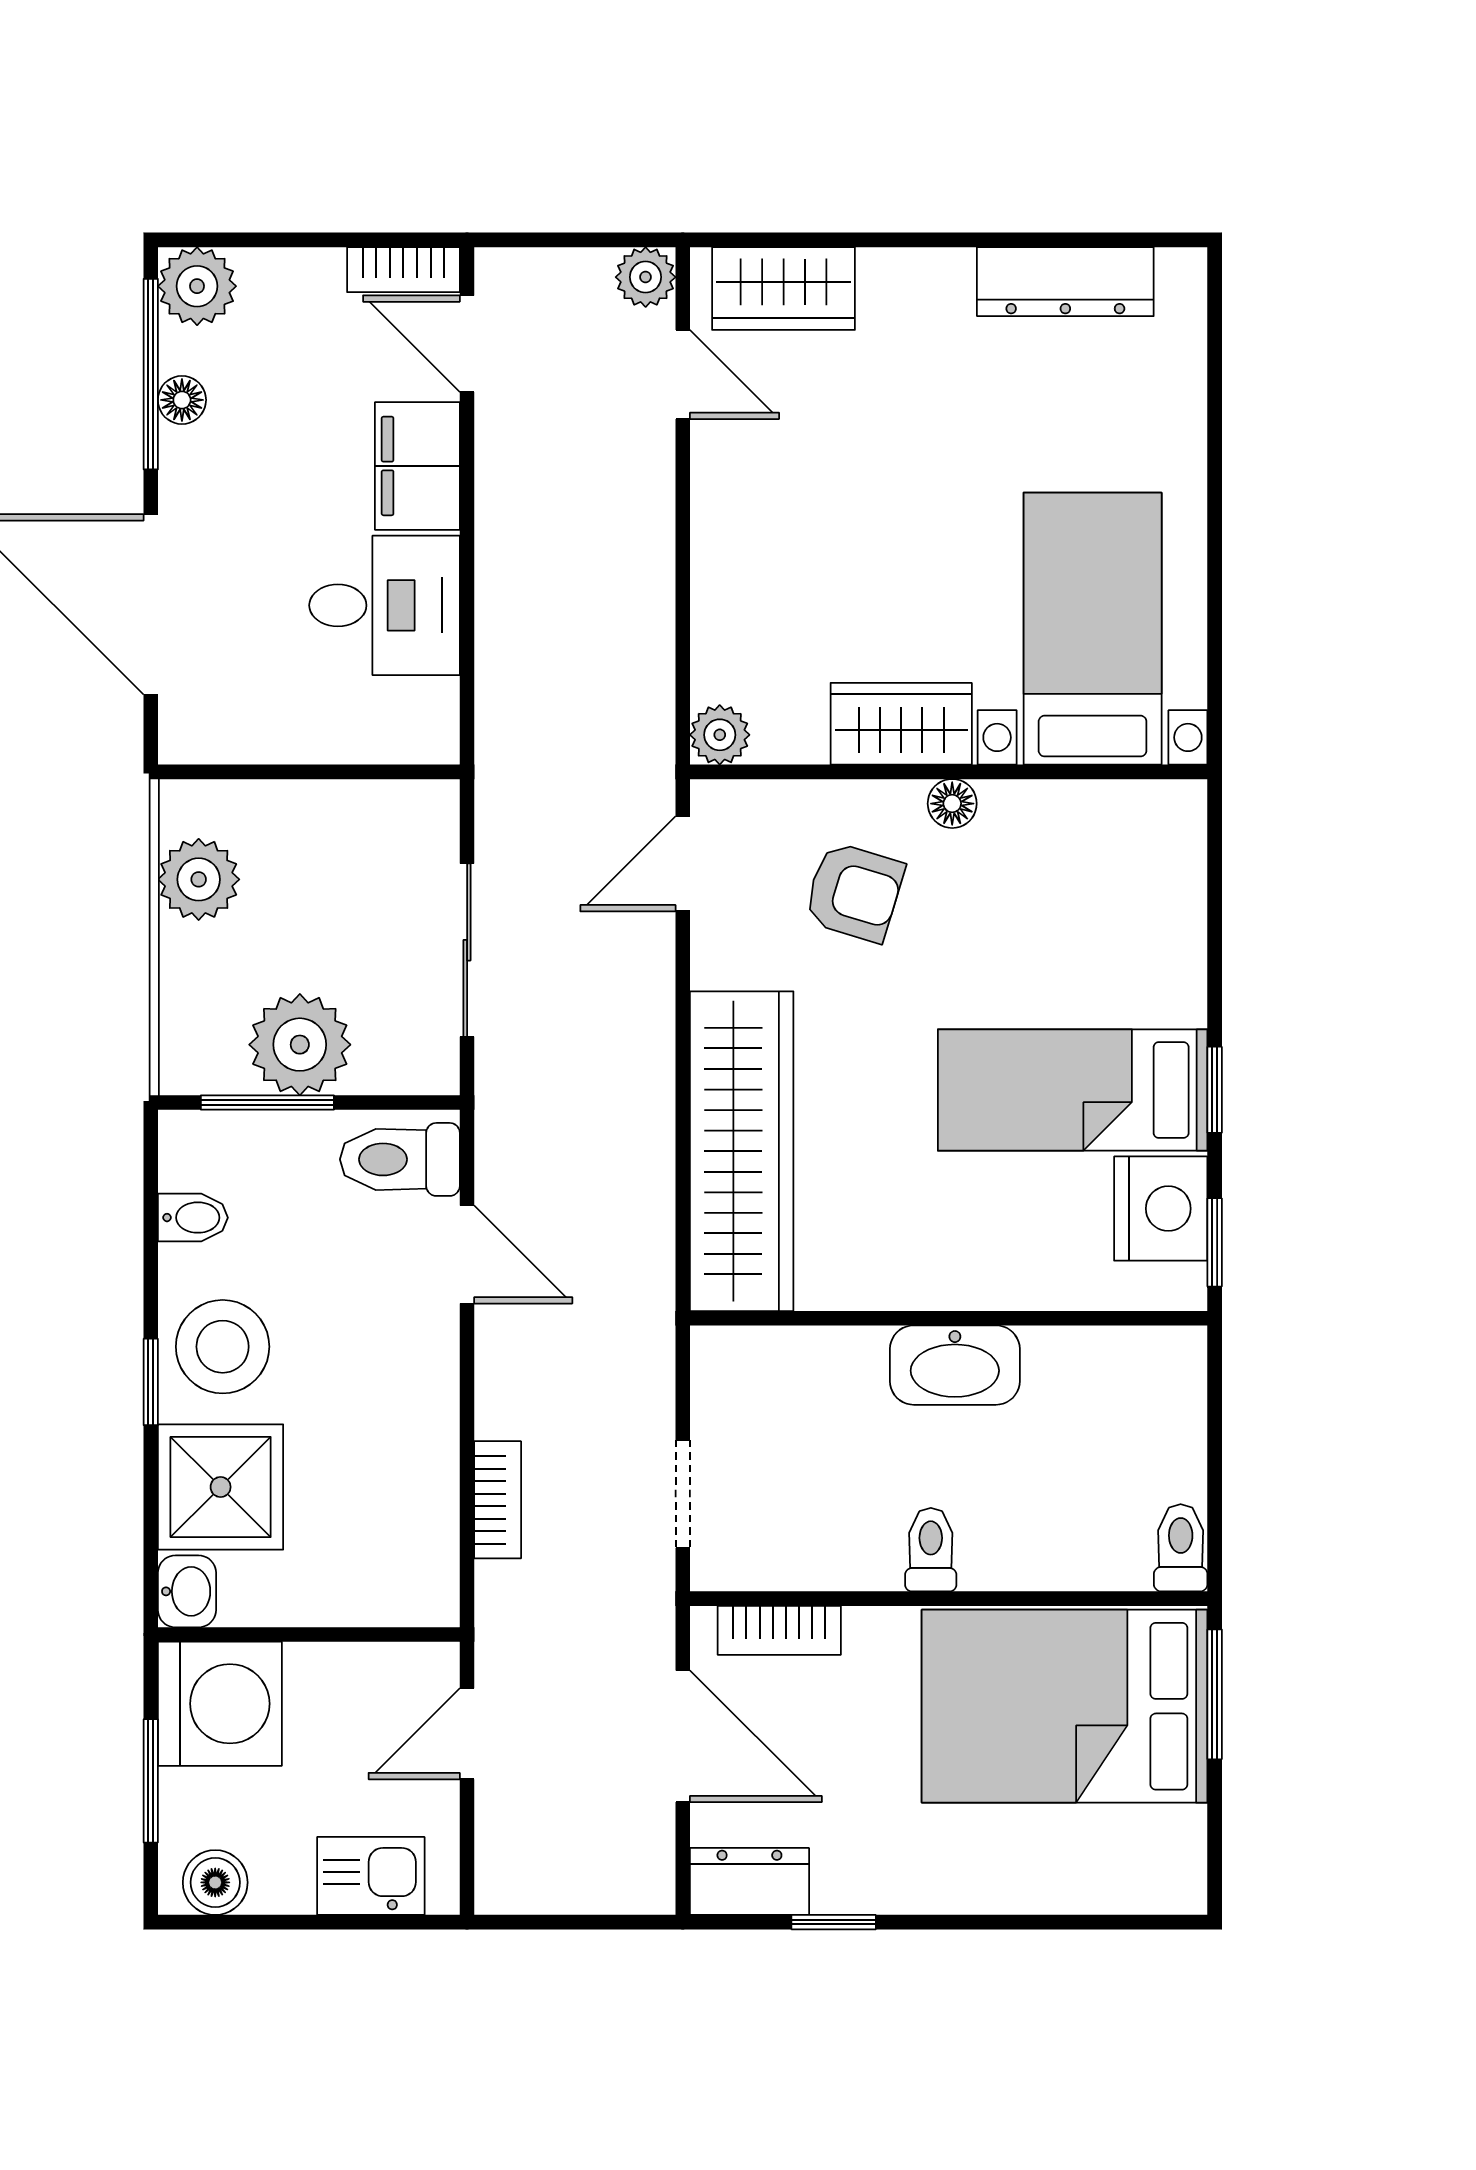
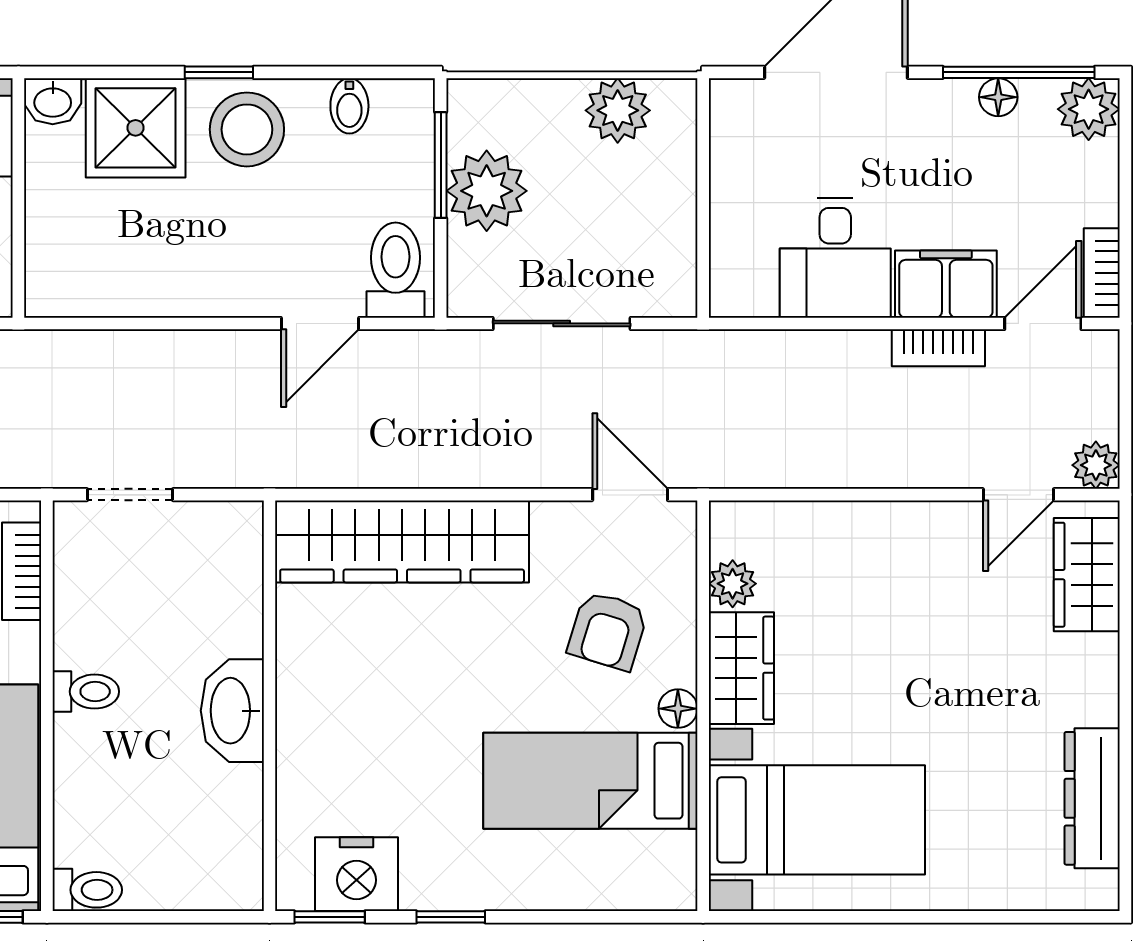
plant: (720, 735) -> (733, 584), moved
bed: (1073, 1090) -> (590, 781), moved, turned -90
bookcase: (498, 1500) -> (938, 348), moved

